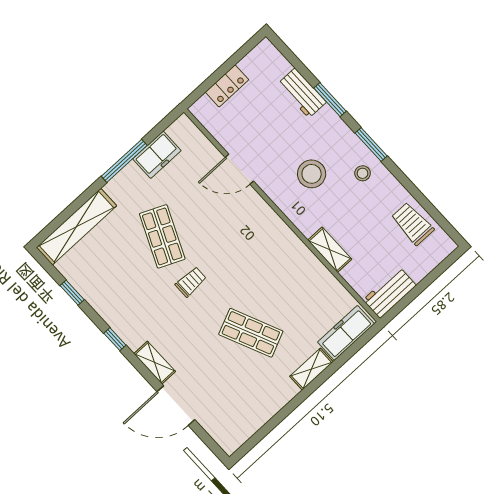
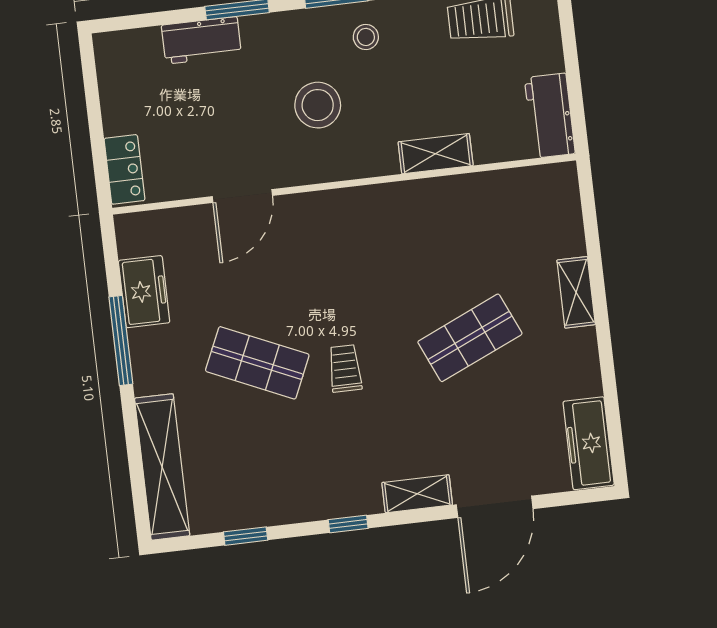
locker: (227, 86) -> (124, 169), moved
freezer: (346, 333) -> (589, 443), moved

